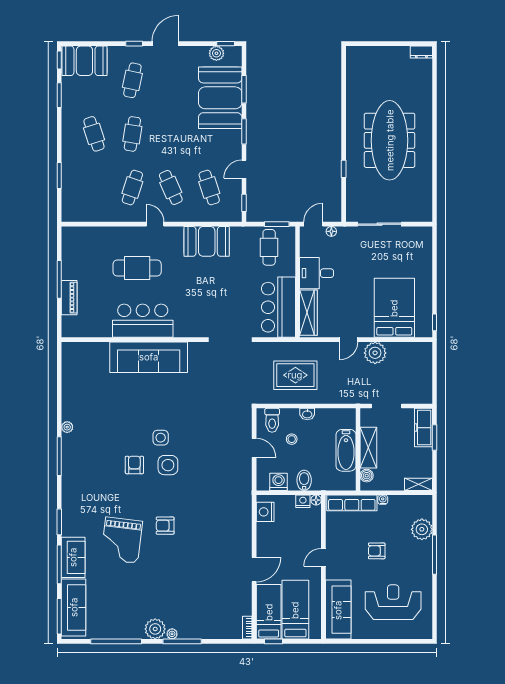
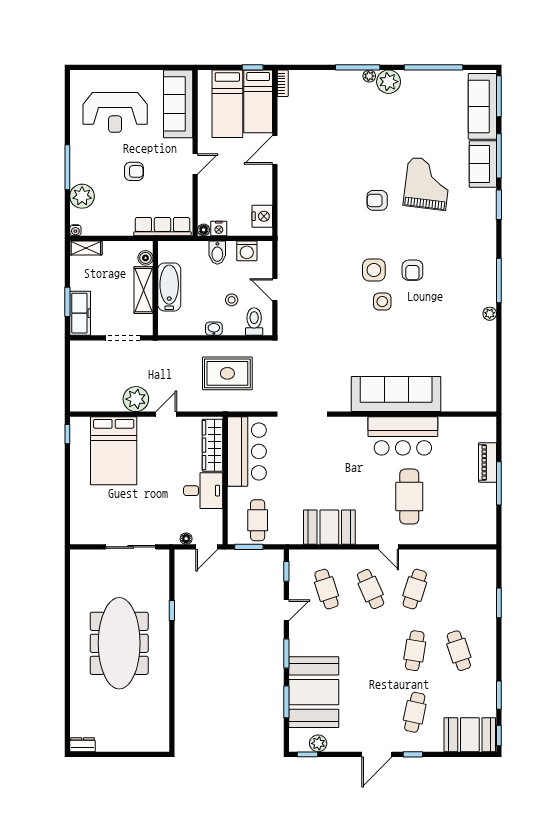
cafe table: (137, 268) -> (409, 497), turned 90
water cooler: (383, 500) -> (75, 230), moved
armchair: (165, 526) -> (377, 200), turned 180

